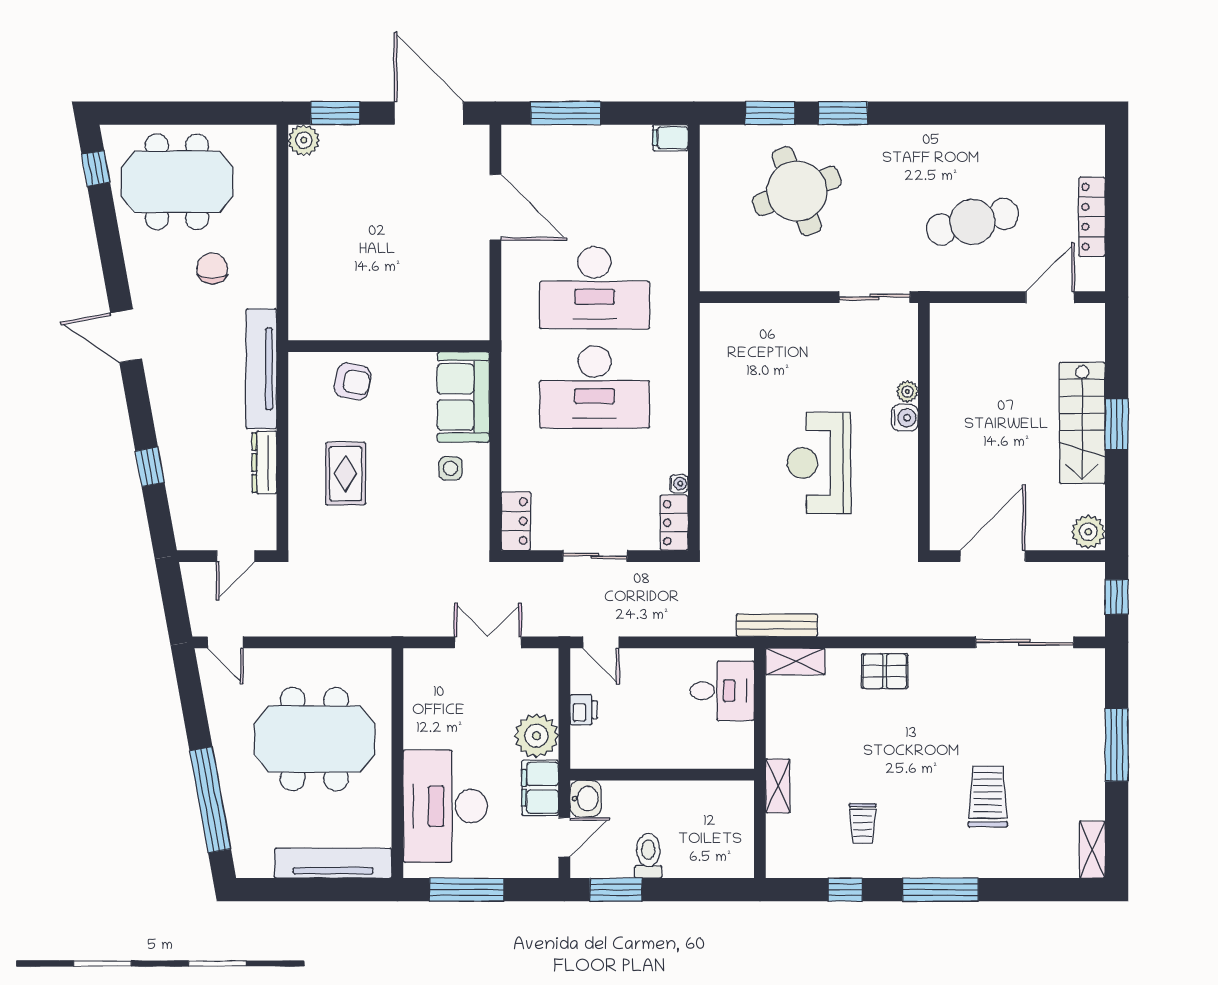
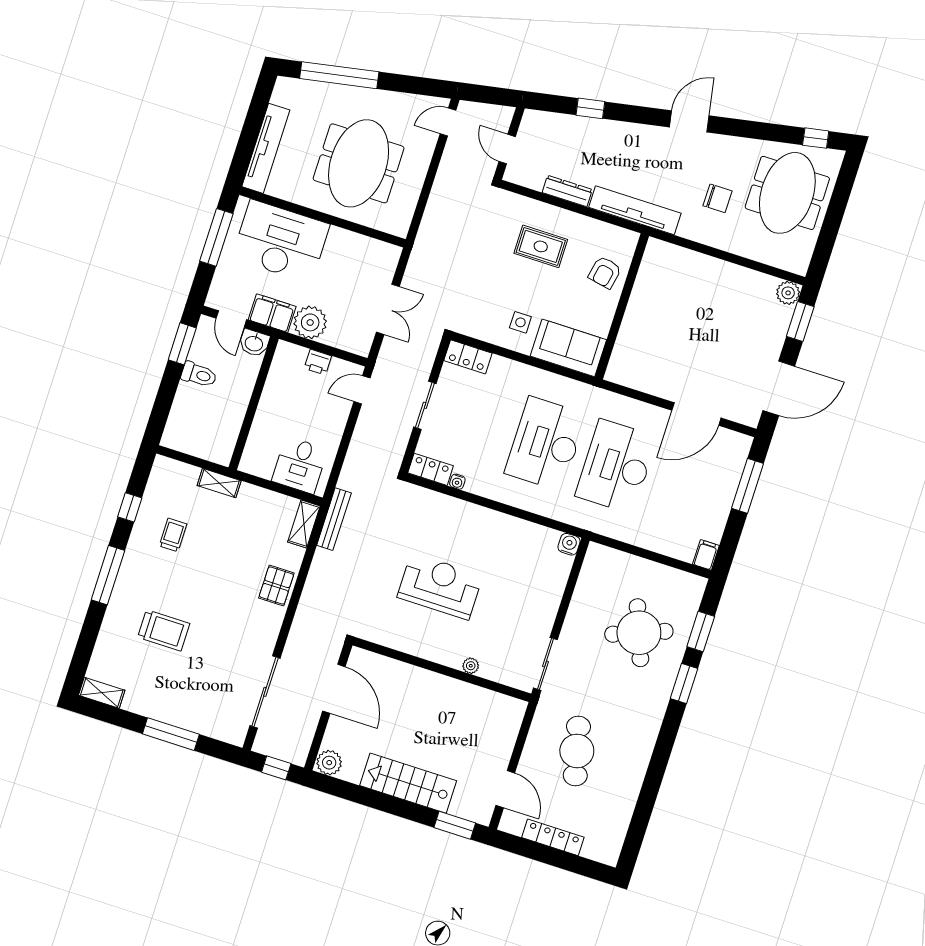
water cooler: (905, 418) -> (569, 544), moved, turned 180
window: (1117, 424) -> (455, 825), moved
trolley: (863, 823) -> (173, 535), turned 90

